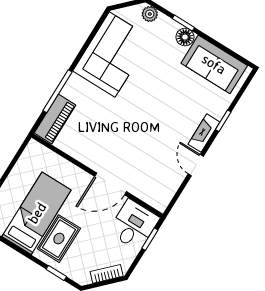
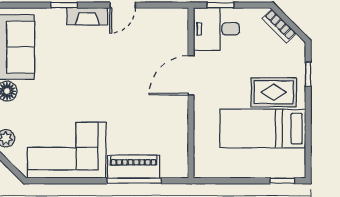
piano: (55, 119) -> (134, 167), moved
door: (111, 184) -> (191, 75), swing flipped

